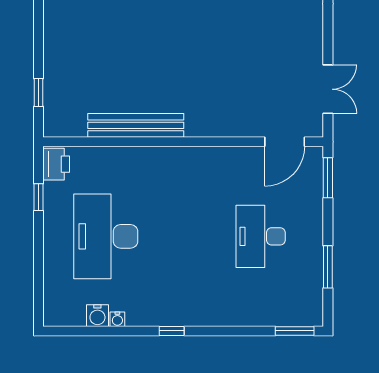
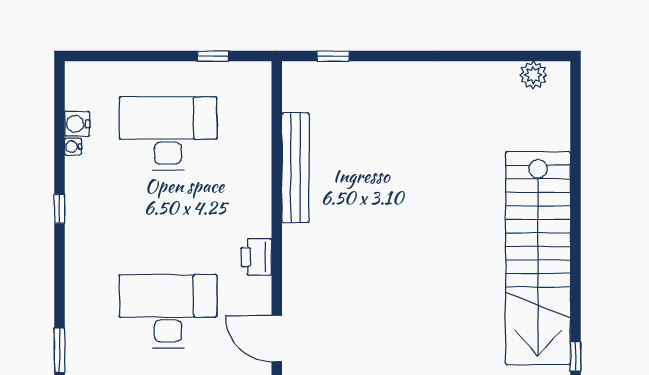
printer: (56, 164) -> (256, 257), moved, turned 90
desk: (261, 236) -> (168, 311), width x1.36, depth x1.30

